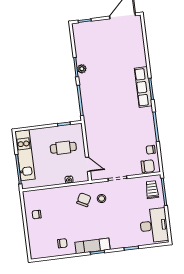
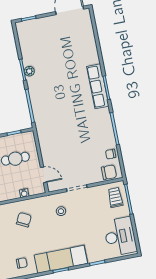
chair: (84, 200) -> (24, 220), moved
exam couch: (93, 246) -> (61, 259), width x1.36, depth x1.45

